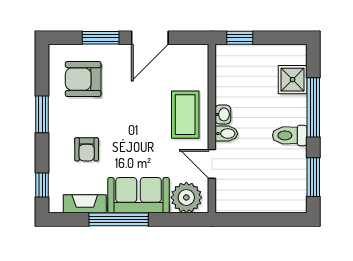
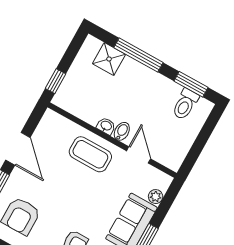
toilet: (290, 135) -> (185, 104), moved
door: (212, 164) -> (139, 155), swing flipped
plant: (186, 197) -> (156, 197), width x0.53, depth x0.53

